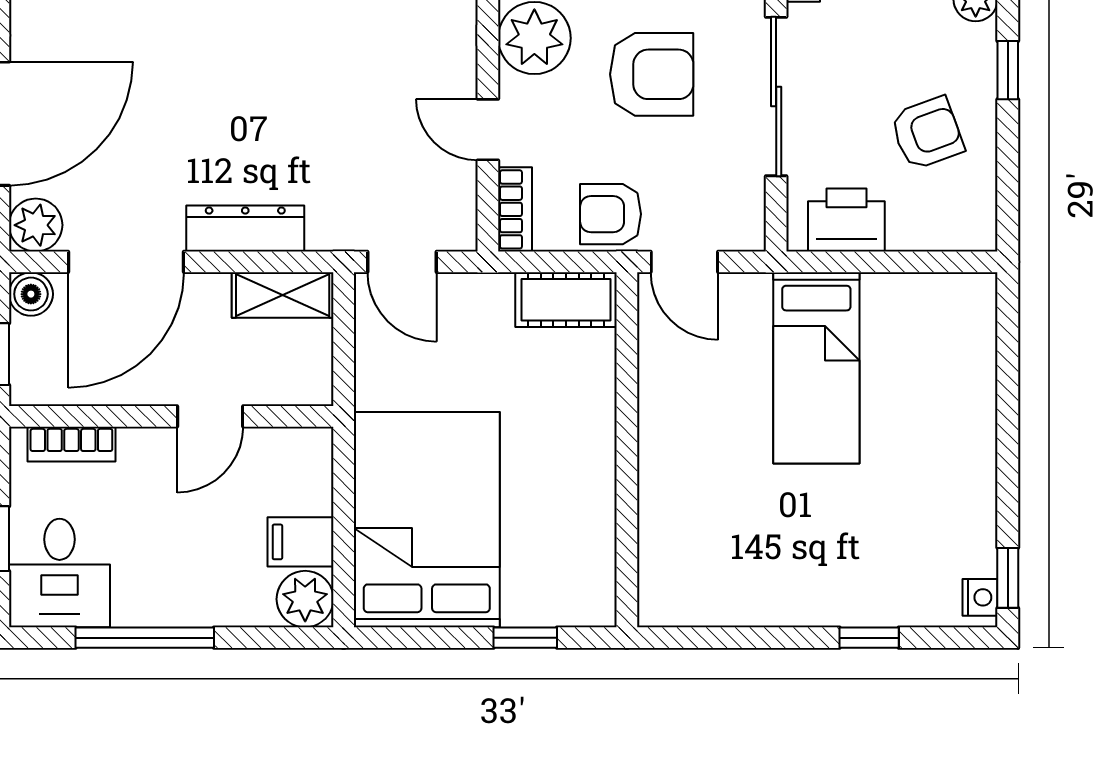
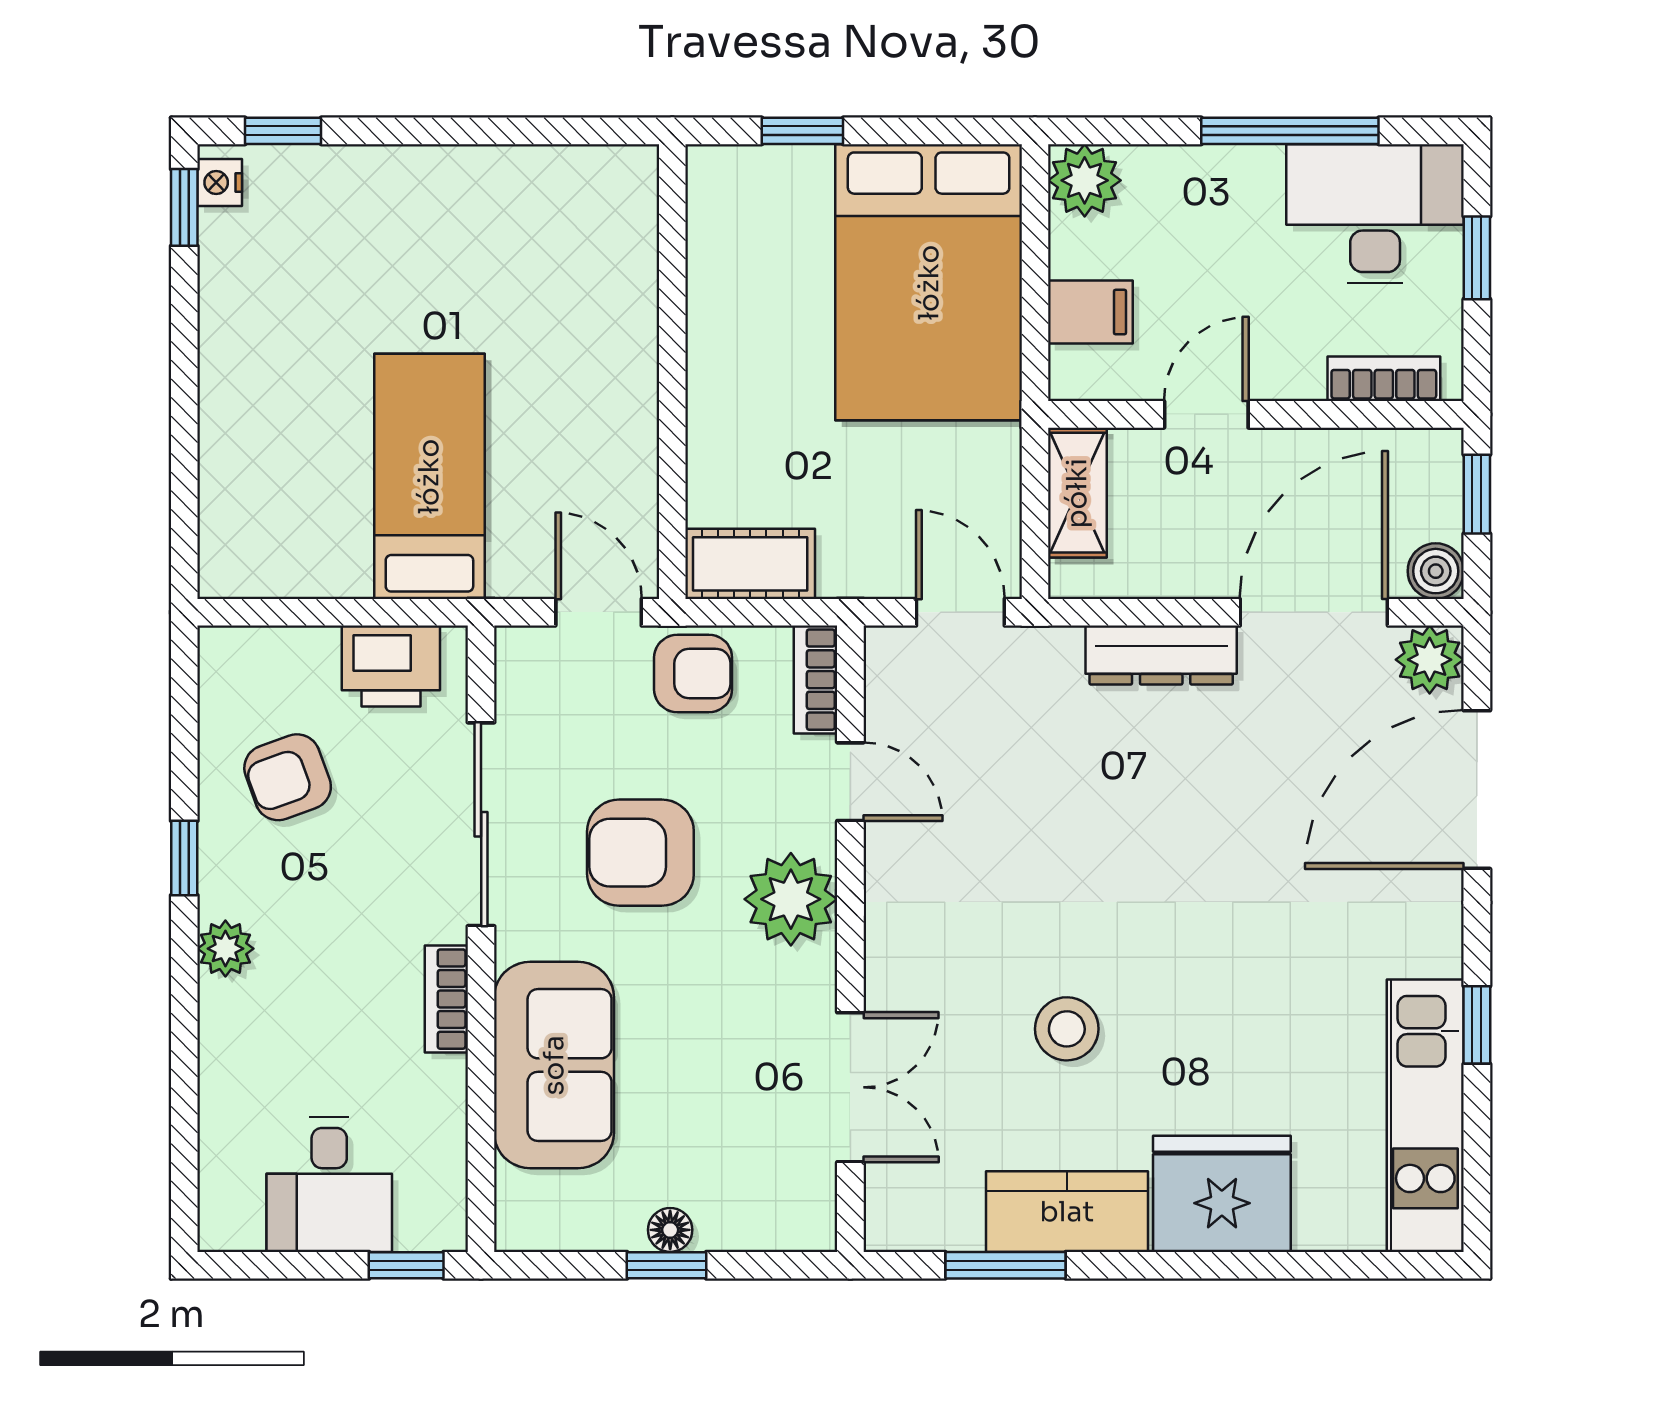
shelving: (283, 295) -> (1077, 493), moved, turned 90
filing cabinet: (300, 542) -> (1090, 312), moved
desk: (59, 573) -> (1375, 214), width x1.37
window: (869, 638) -> (283, 131), moved

